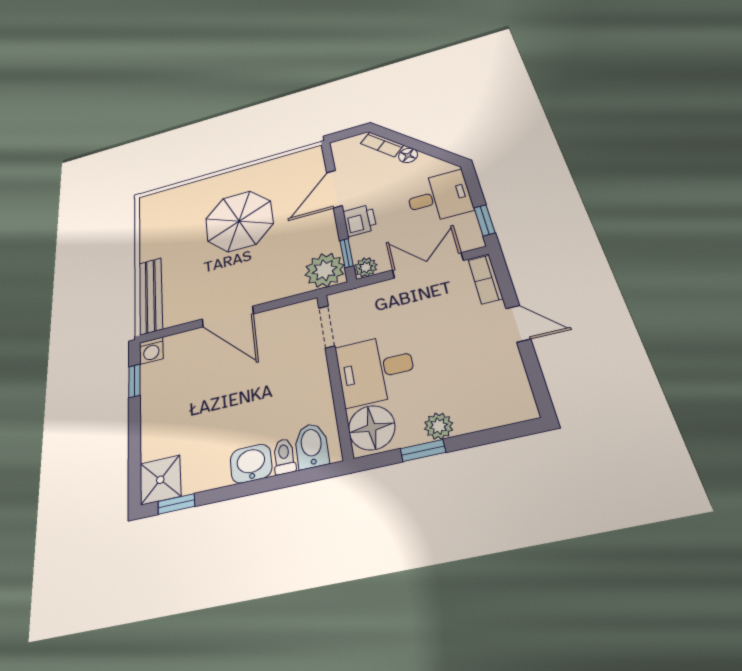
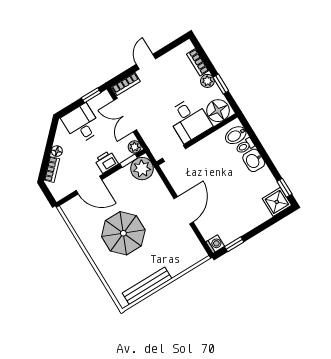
bench: (151, 296) -> (147, 286), moved
bookcase: (484, 419) -> (198, 62), added

